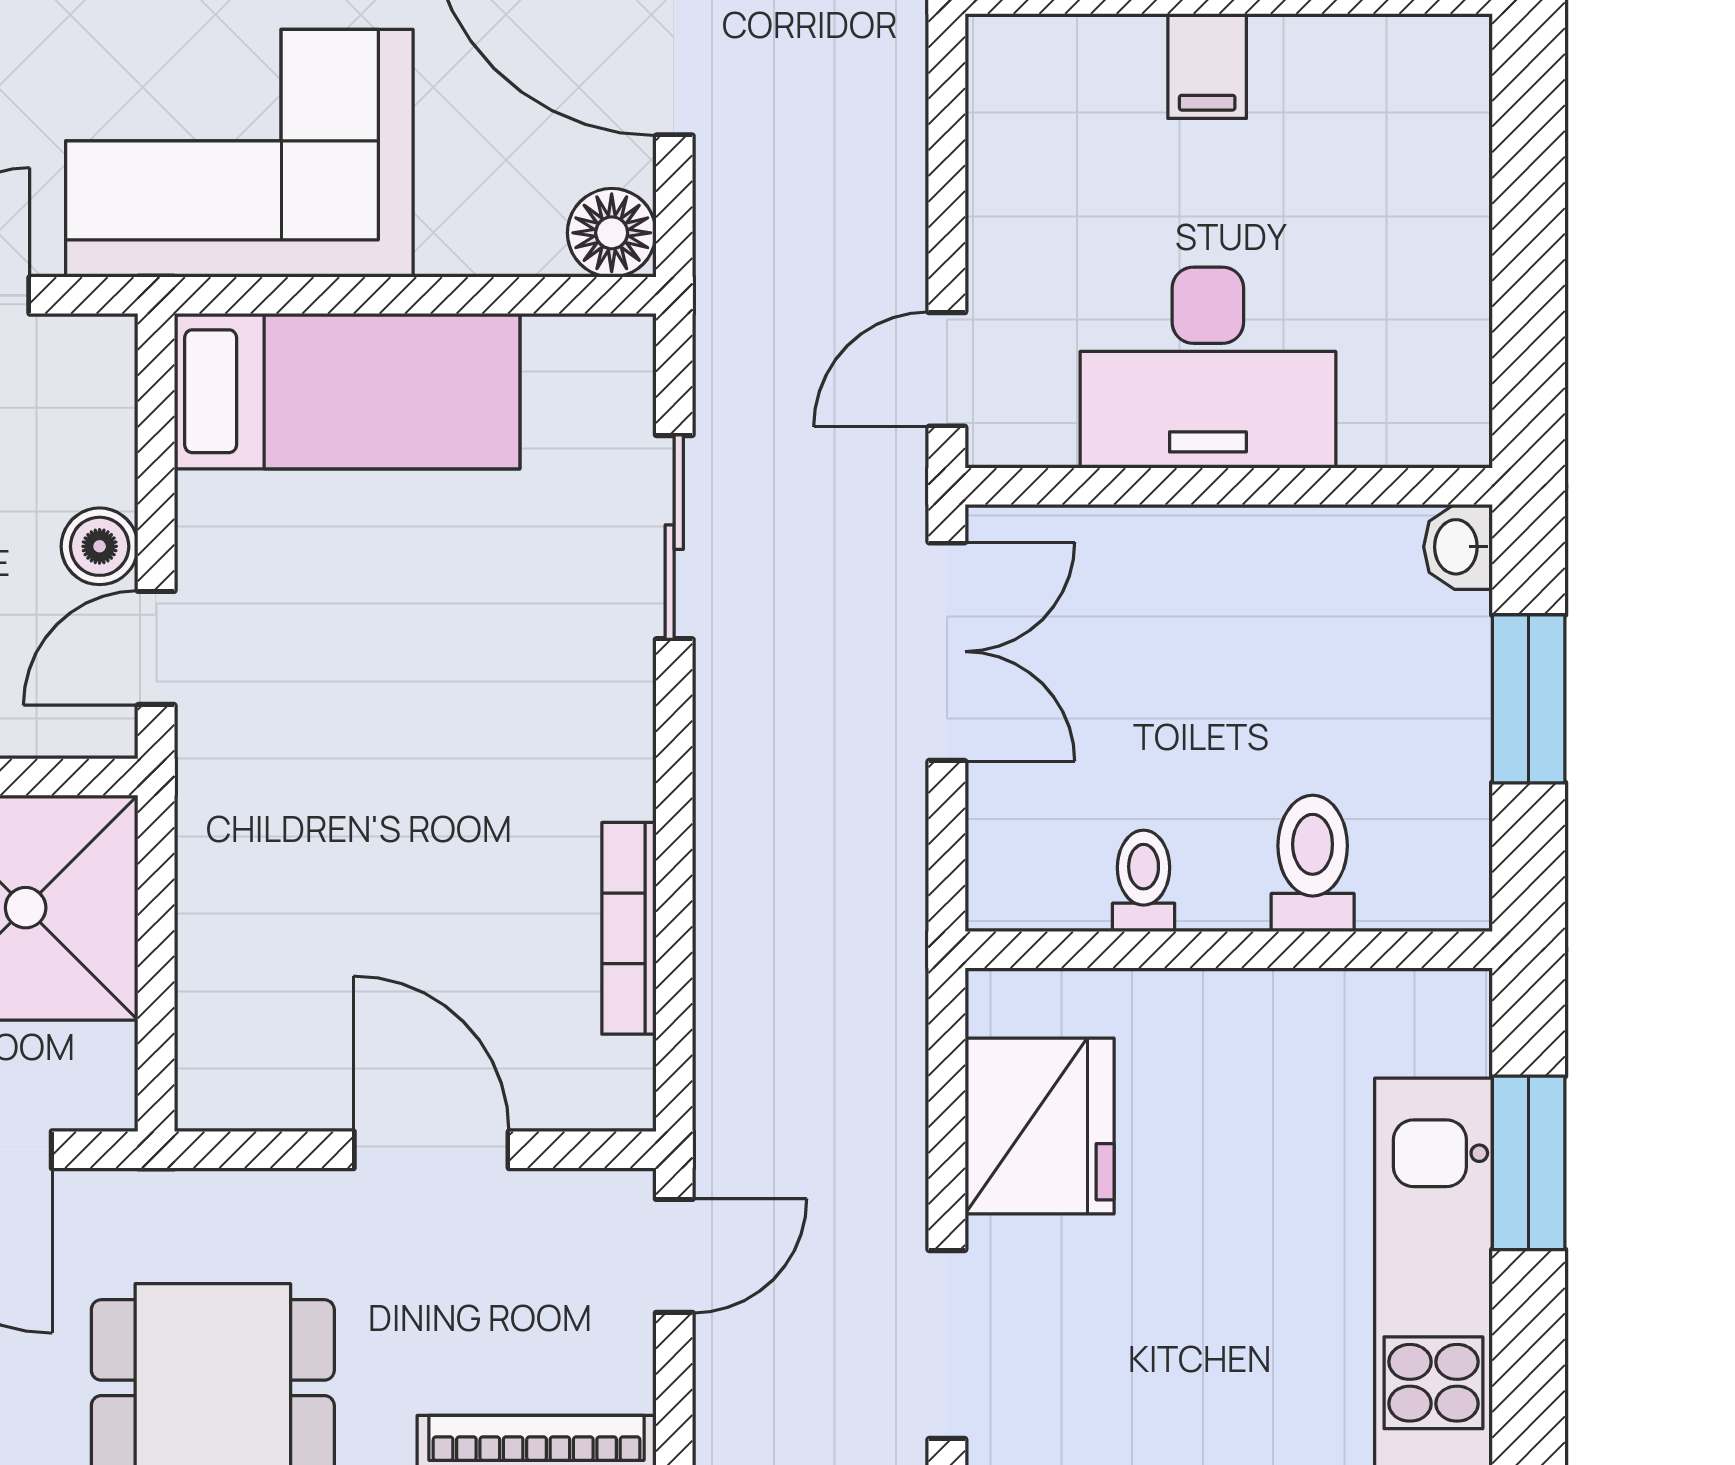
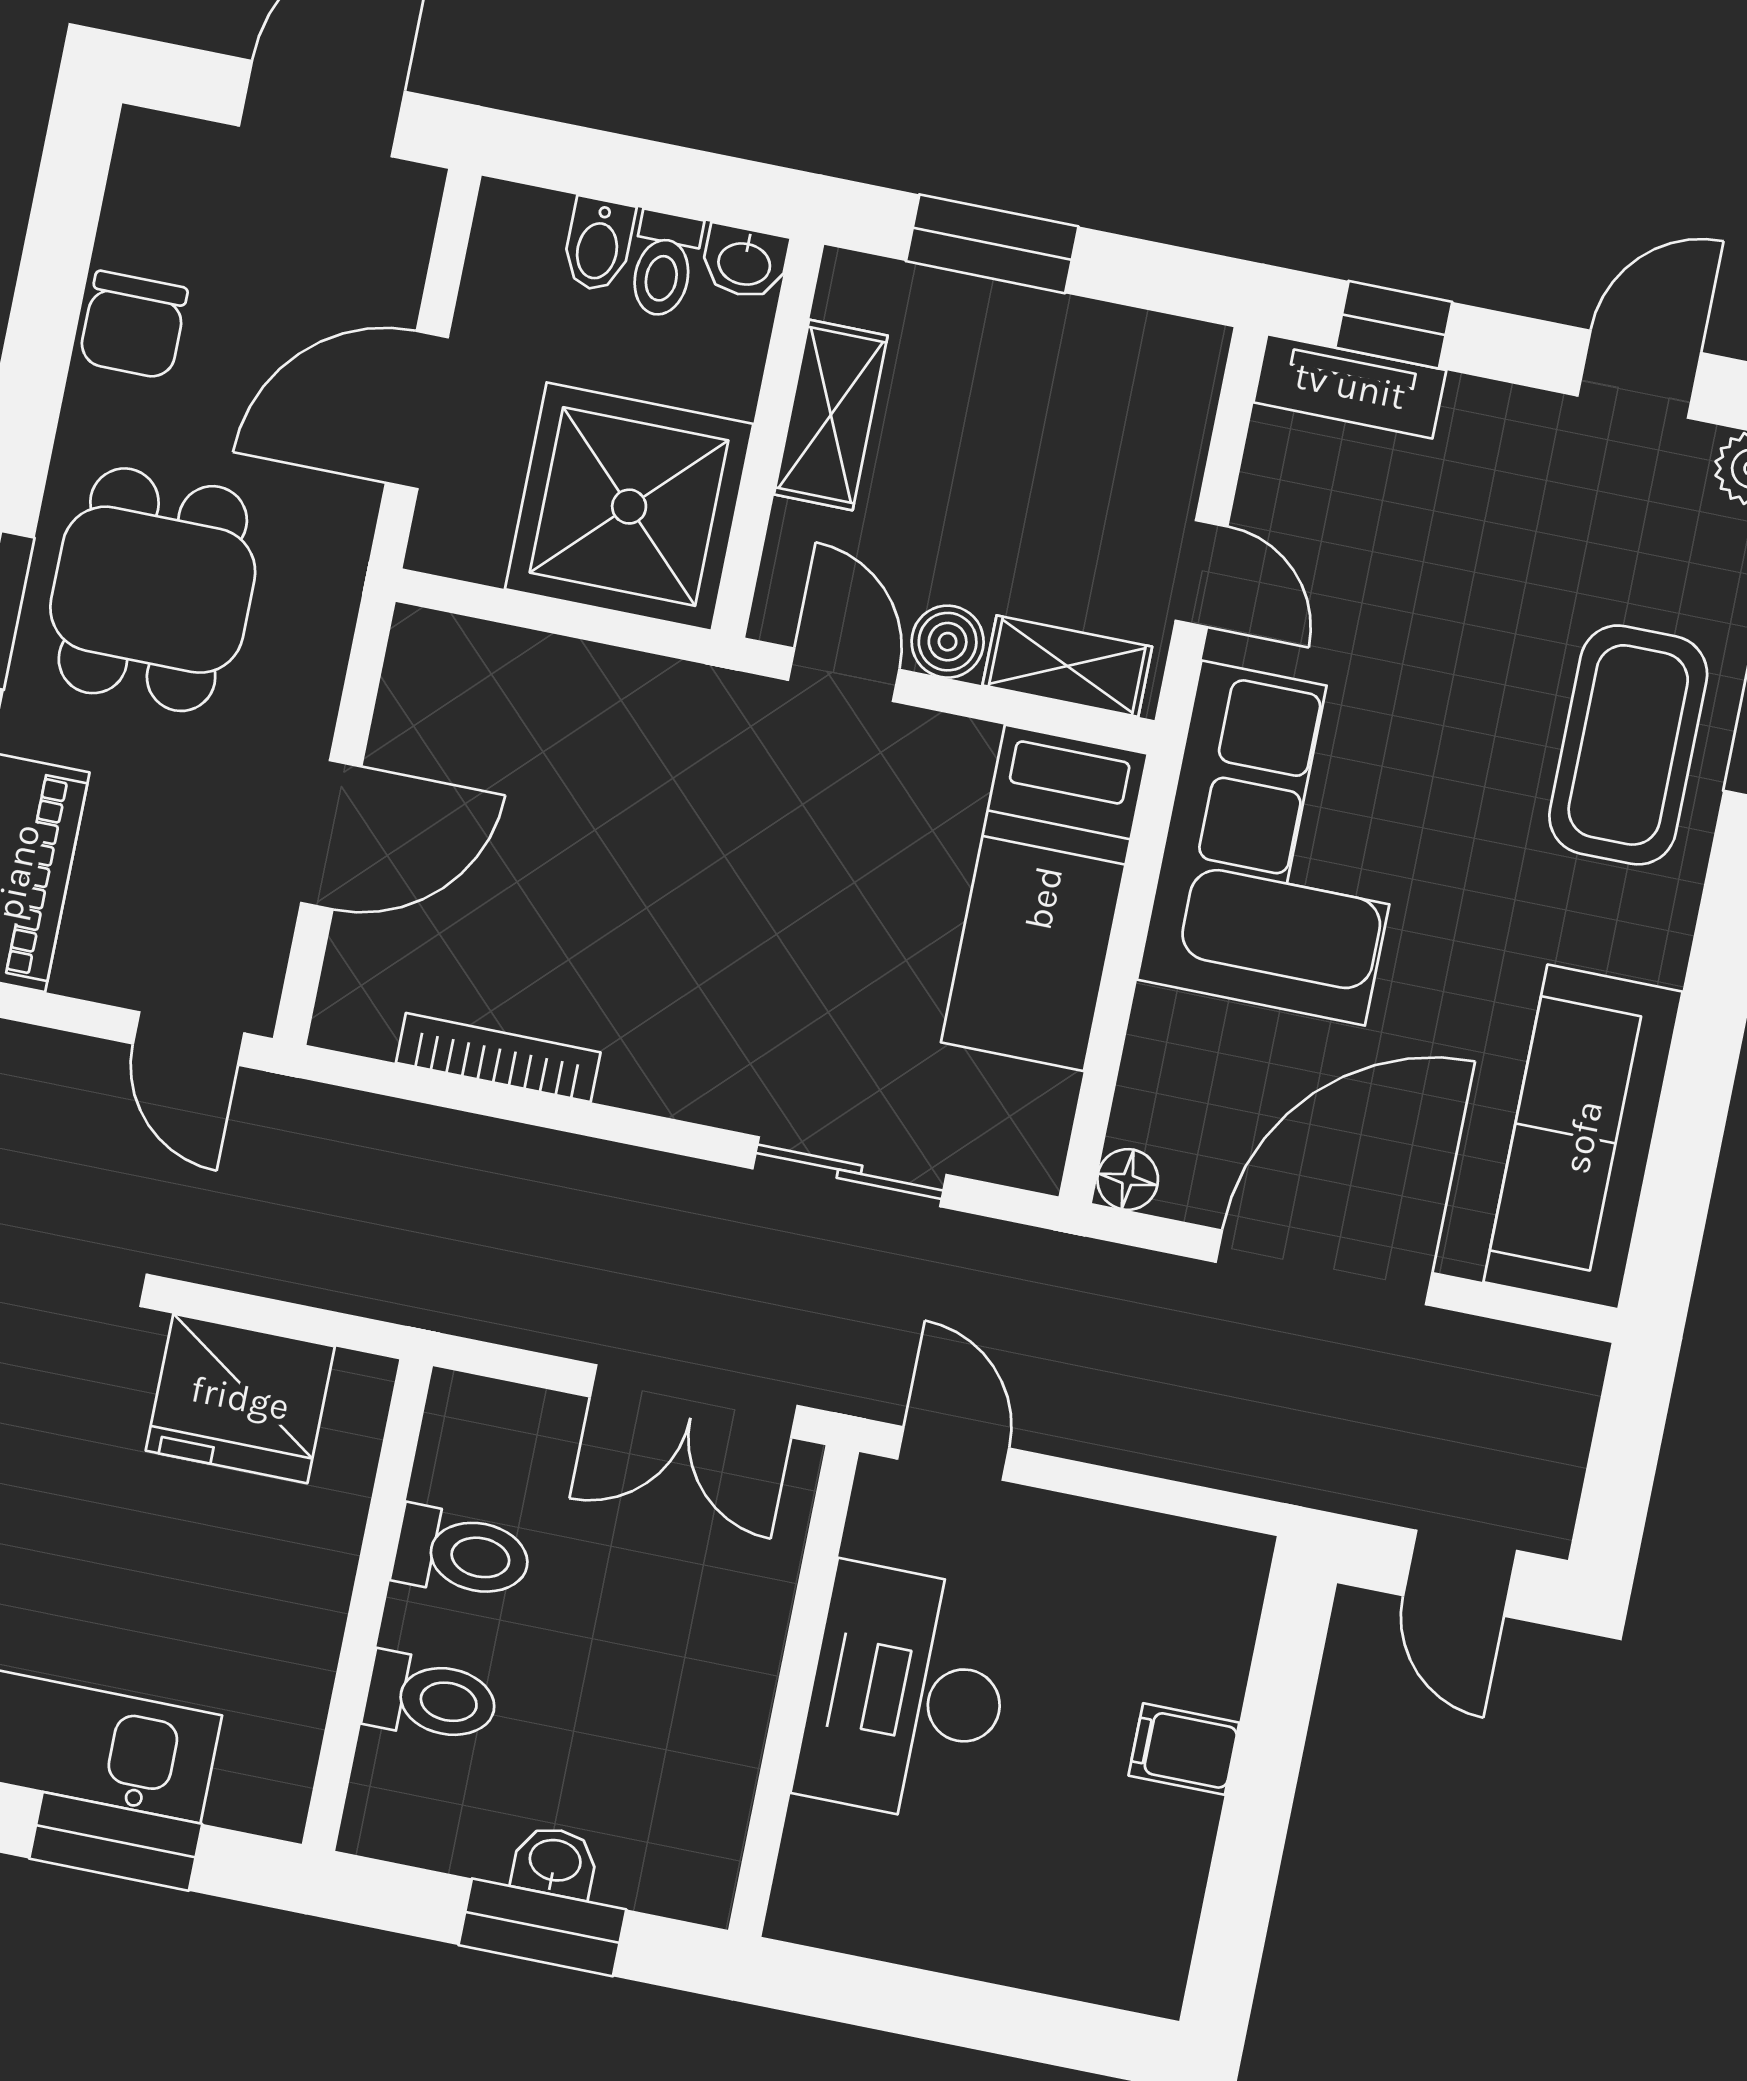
floor lamp: (612, 233) -> (1128, 1179), width x0.73, depth x0.73
shelving: (100, 416) -> (1067, 666), added
washbasin: (1458, 547) -> (555, 1862), moved
toilet: (1144, 881) -> (462, 1554), width x1.37, depth x1.39

